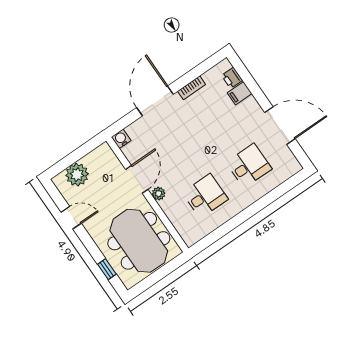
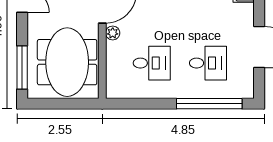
window: (272, 197) -> (209, 104), added
window: (107, 269) -> (22, 67), width x2.17

